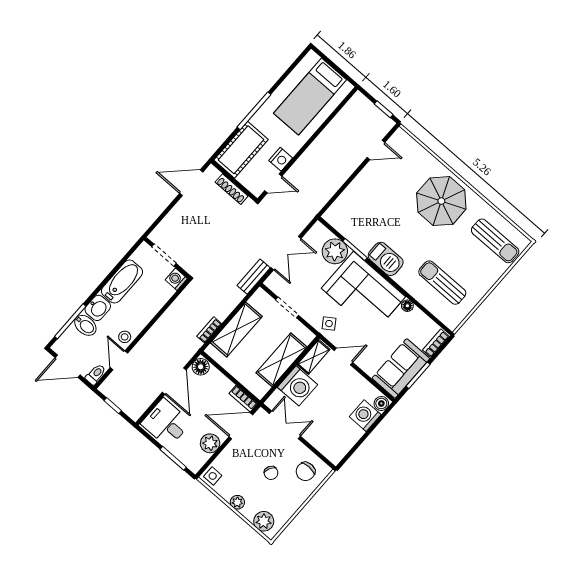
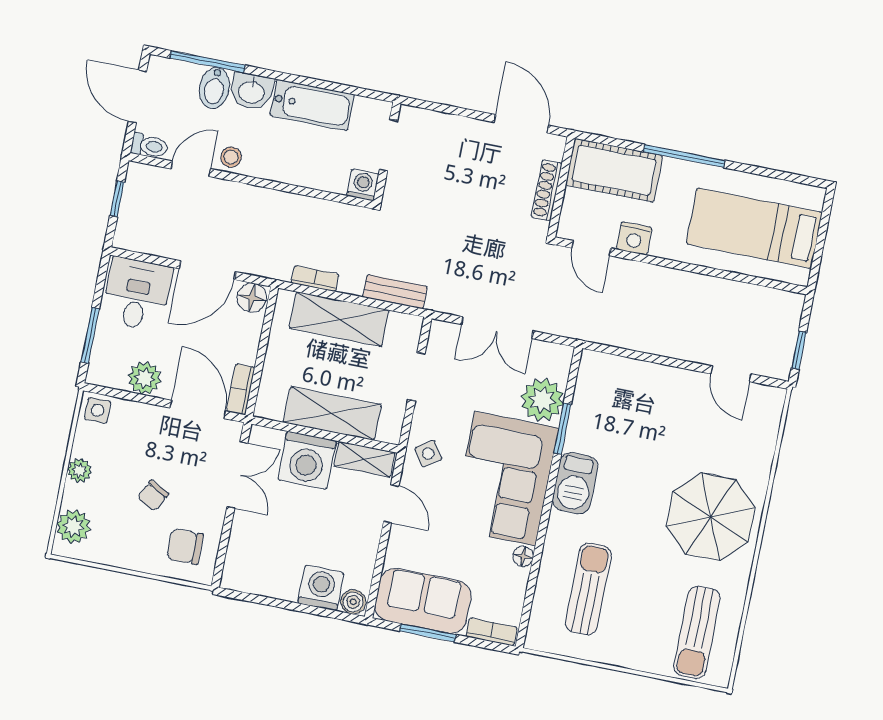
bench: (254, 277) -> (395, 292), moved

